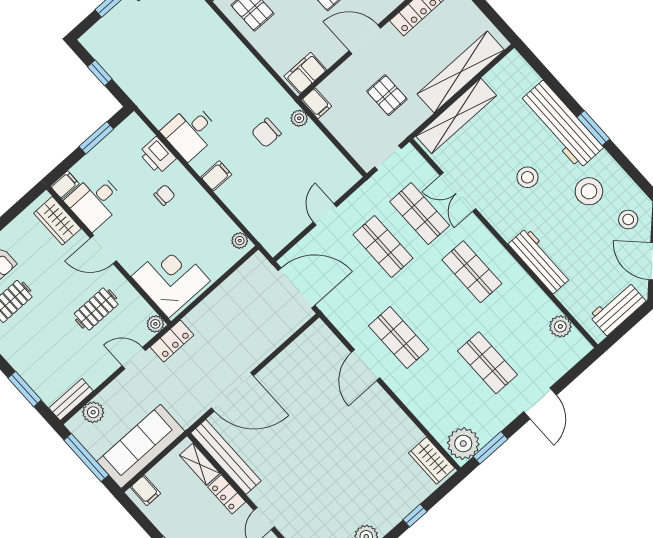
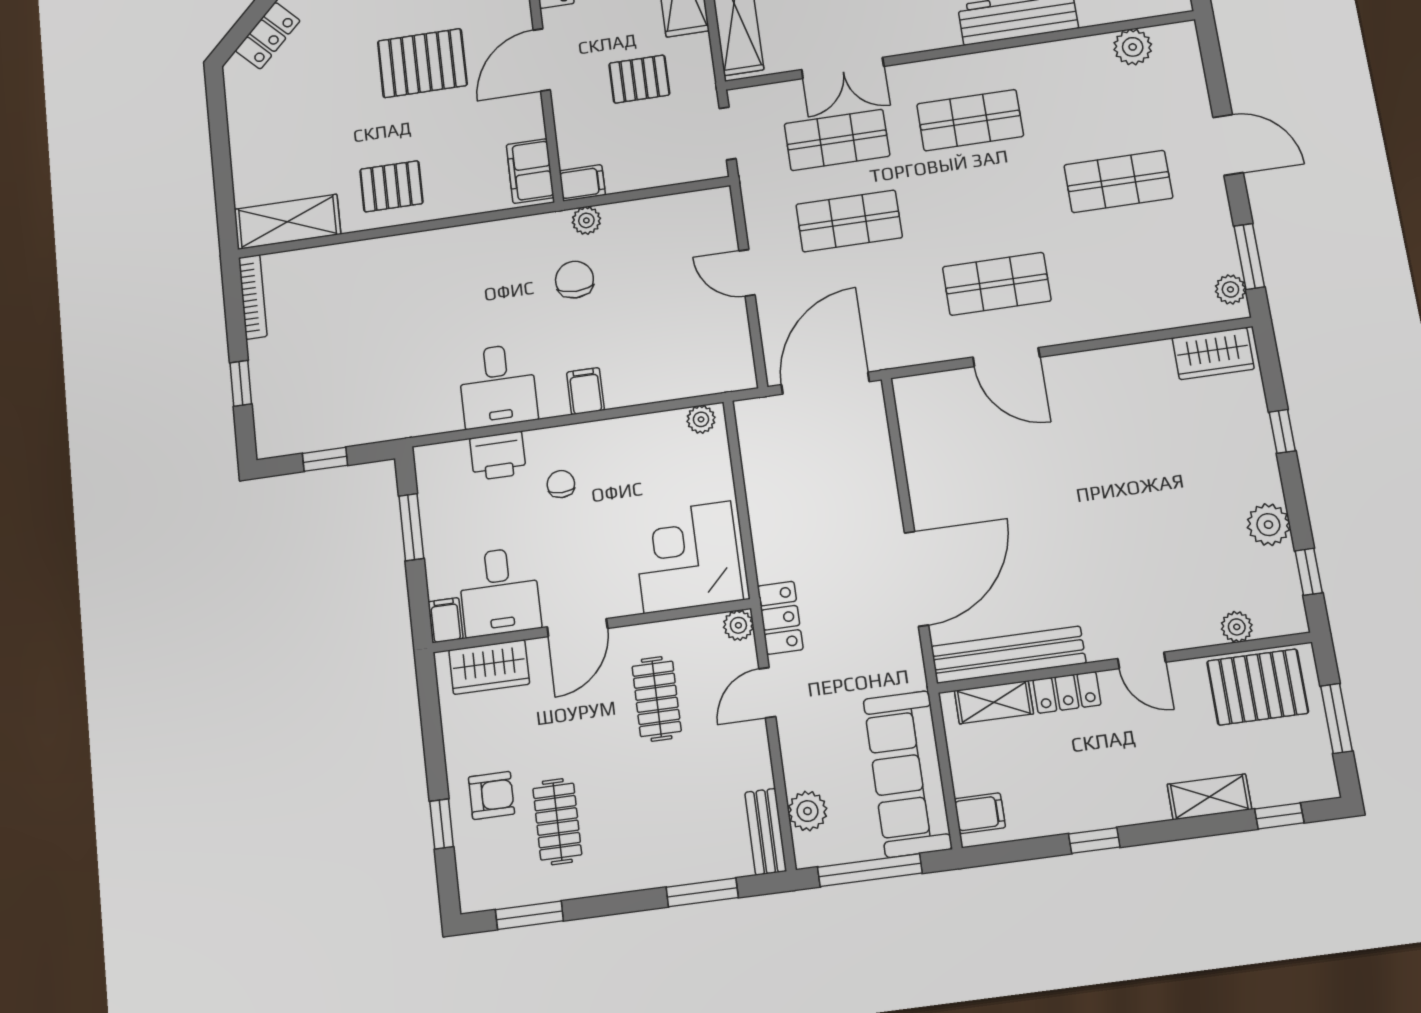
chair: (266, 133) -> (574, 280), turned 180
plant: (463, 444) -> (1230, 289), width x0.53, depth x0.53

